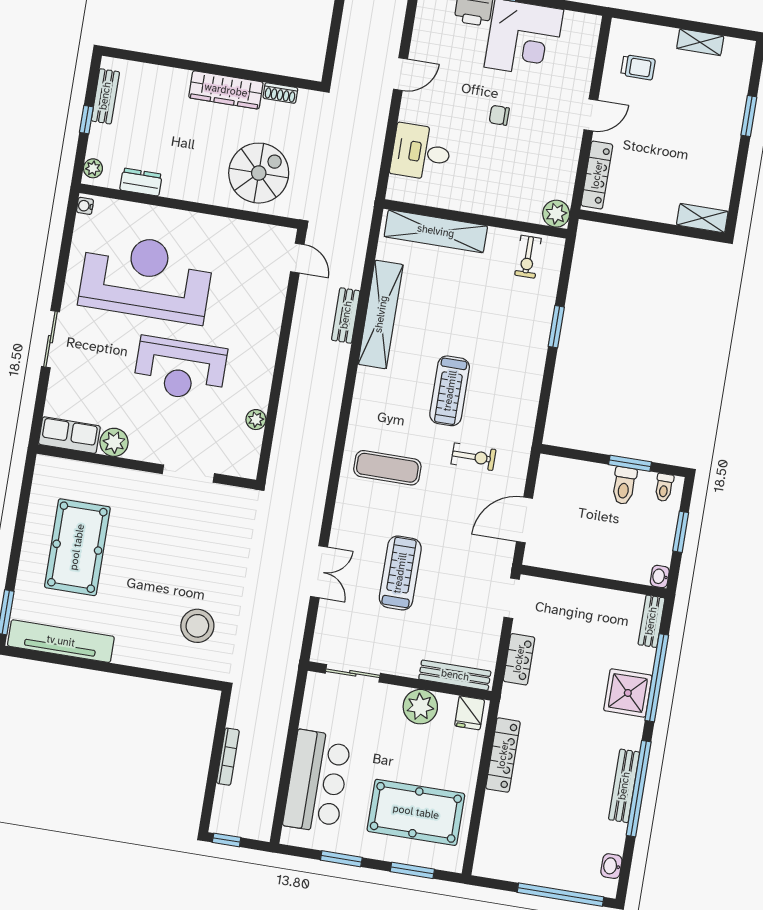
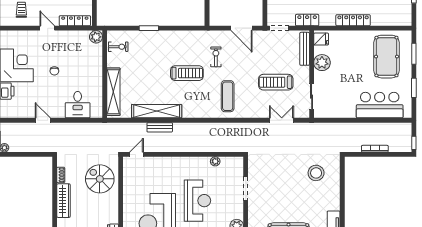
sliding door: (353, 673) -> (312, 97), moved
bench: (455, 675) -> (305, 49), moved
wall: (400, 681) -> (312, 74), moved
plant: (420, 707) -> (322, 63), moved
fridge: (470, 713) -> (321, 39), moved

